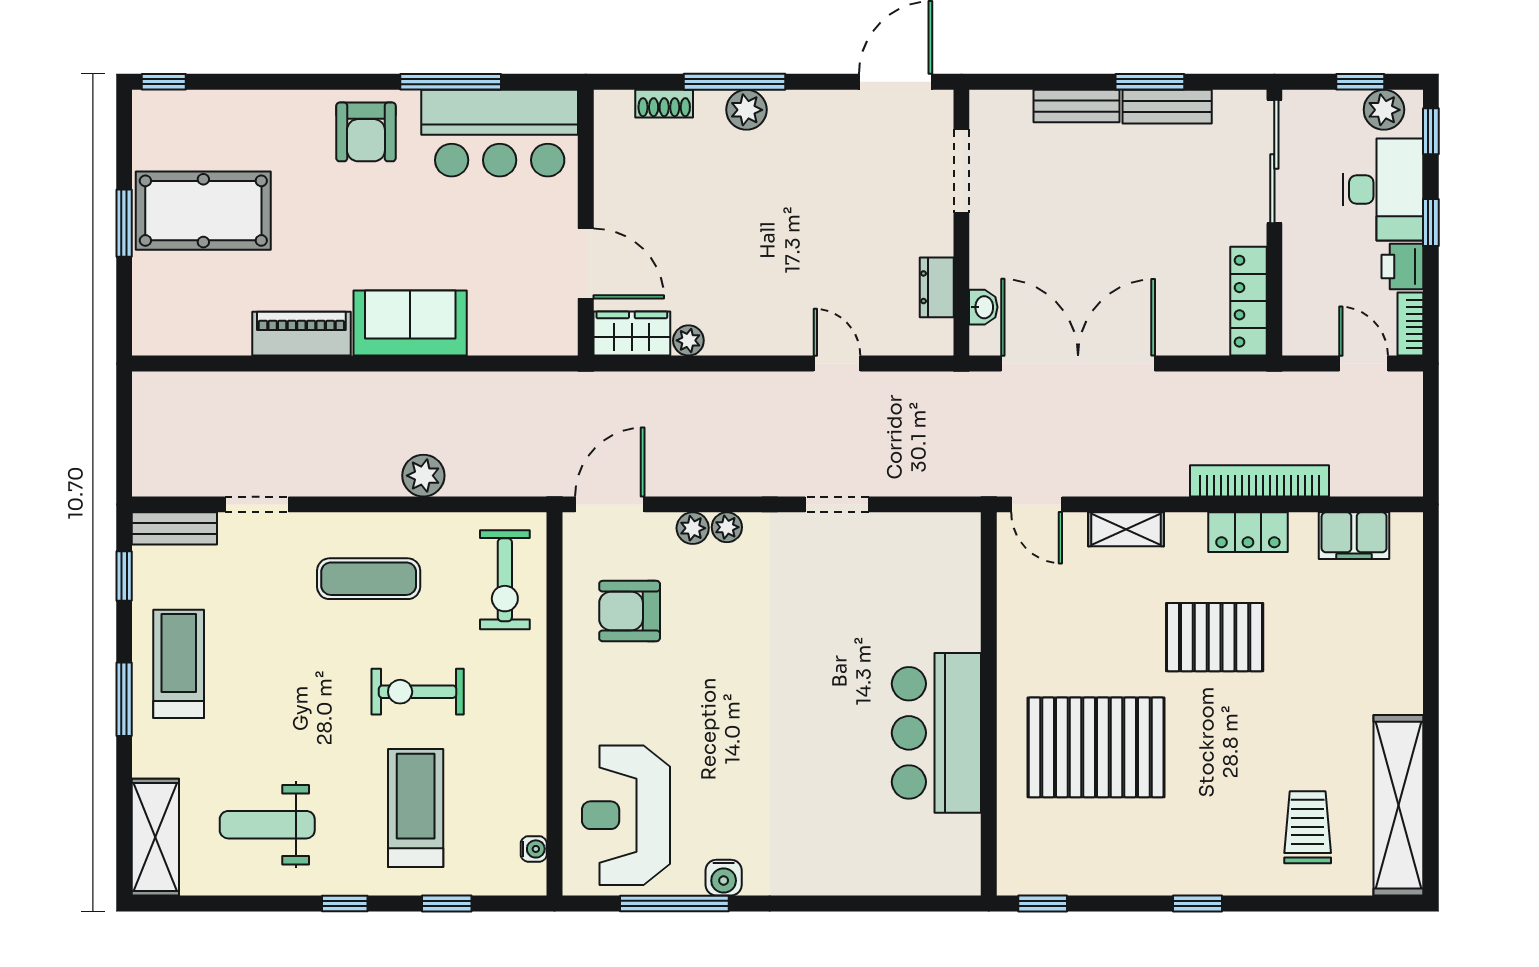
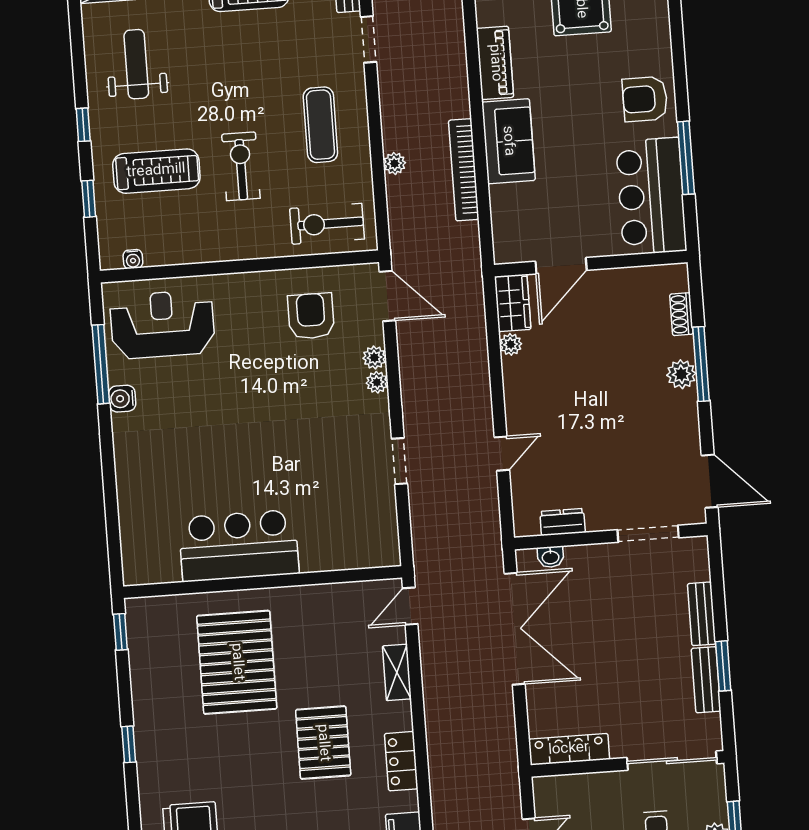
plant: (423, 476) -> (394, 163), width x0.73, depth x0.73
bookcase: (1260, 481) -> (464, 170), moved, turned 180

